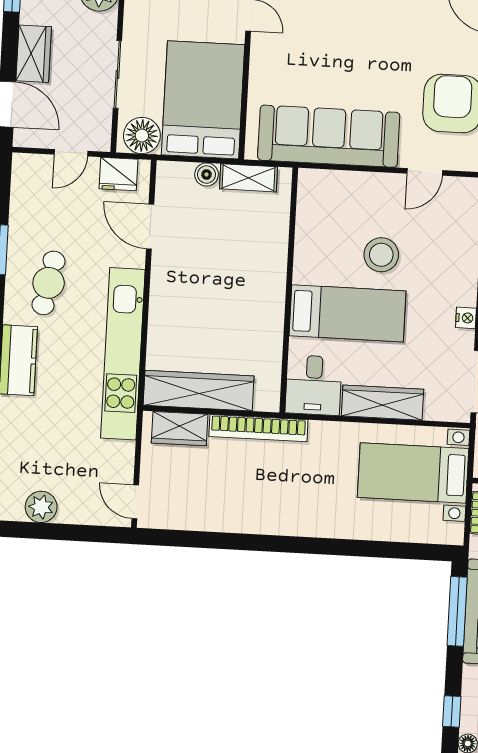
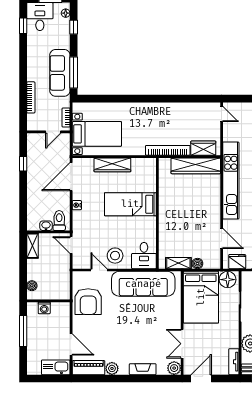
door: (425, 172) -> (99, 270), hinge flipped
stool: (381, 255) -> (115, 256), moved
desk: (314, 385) -> (144, 256), moved, turned 180

